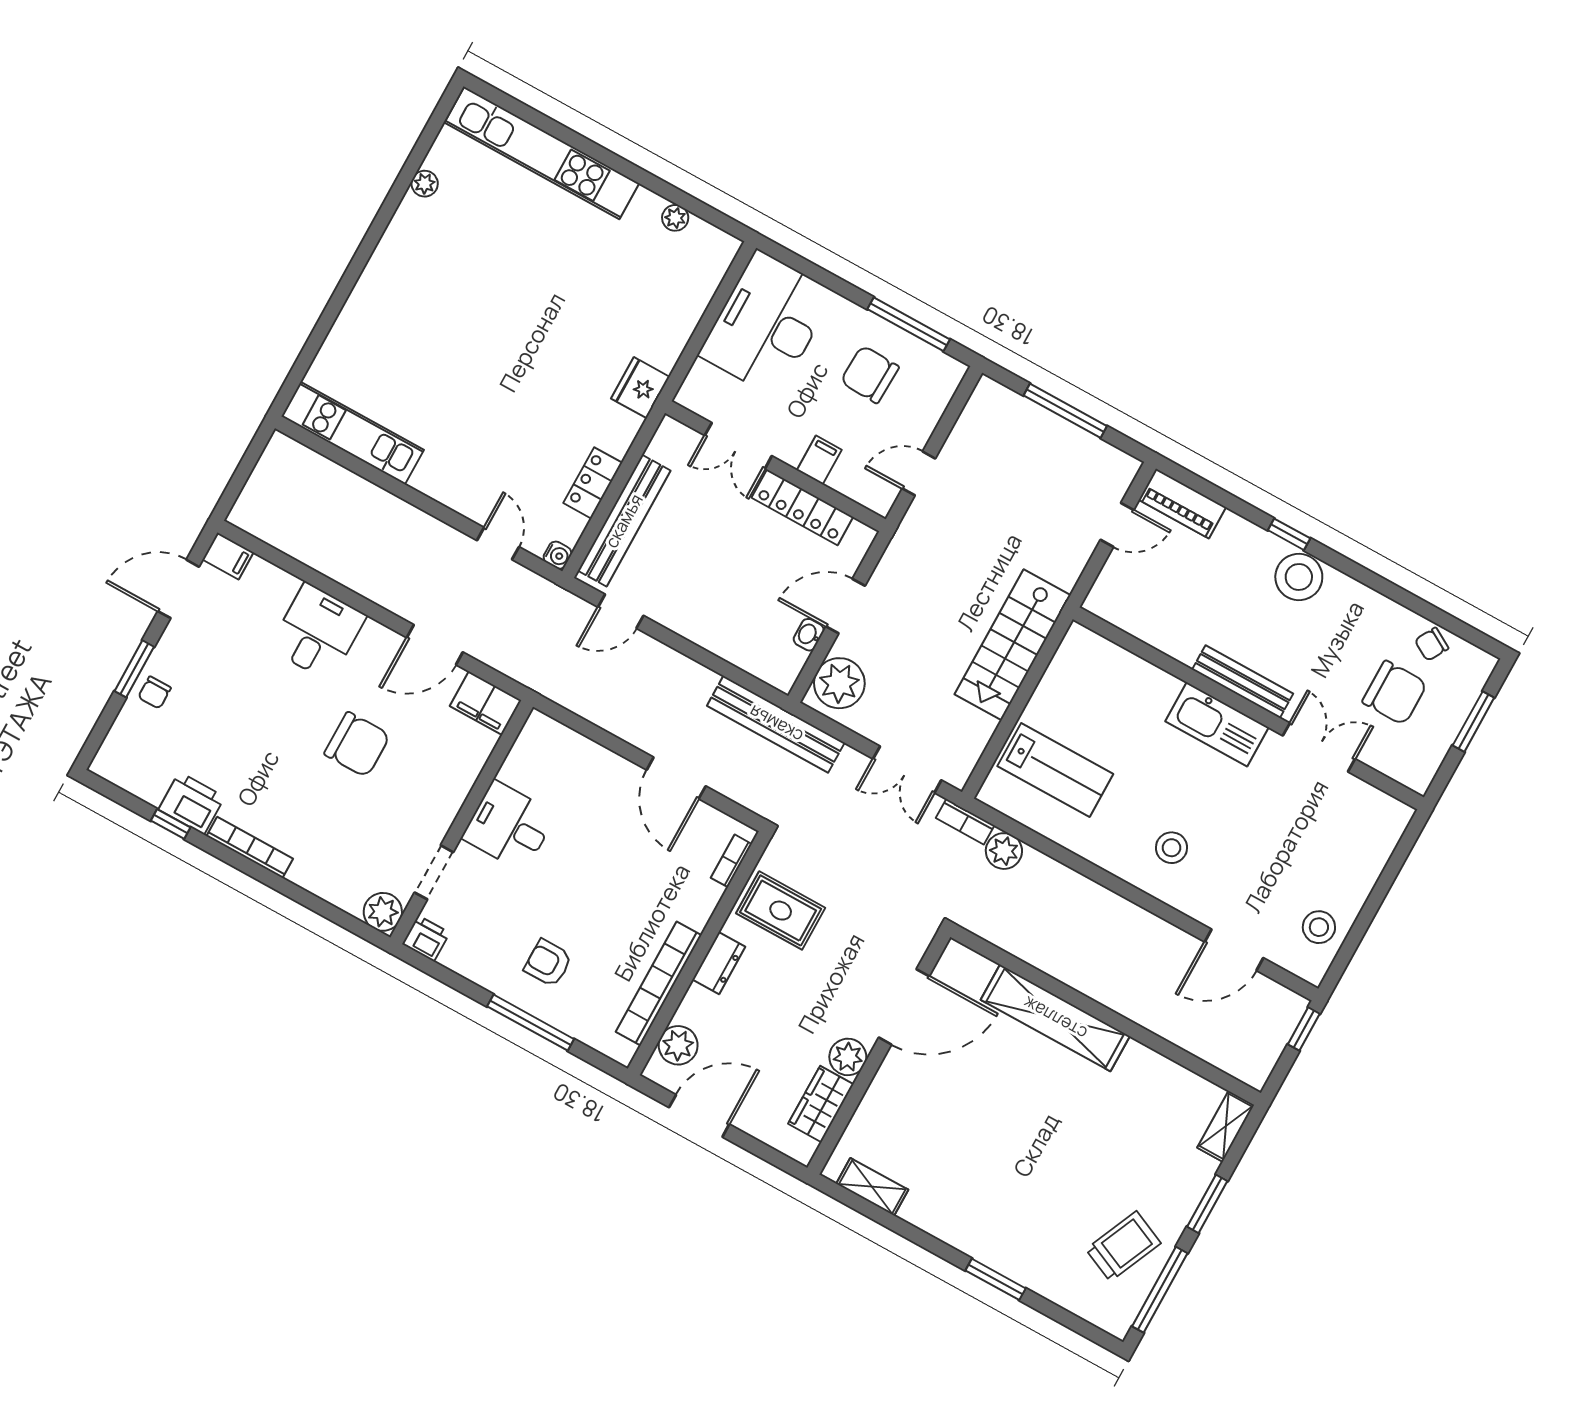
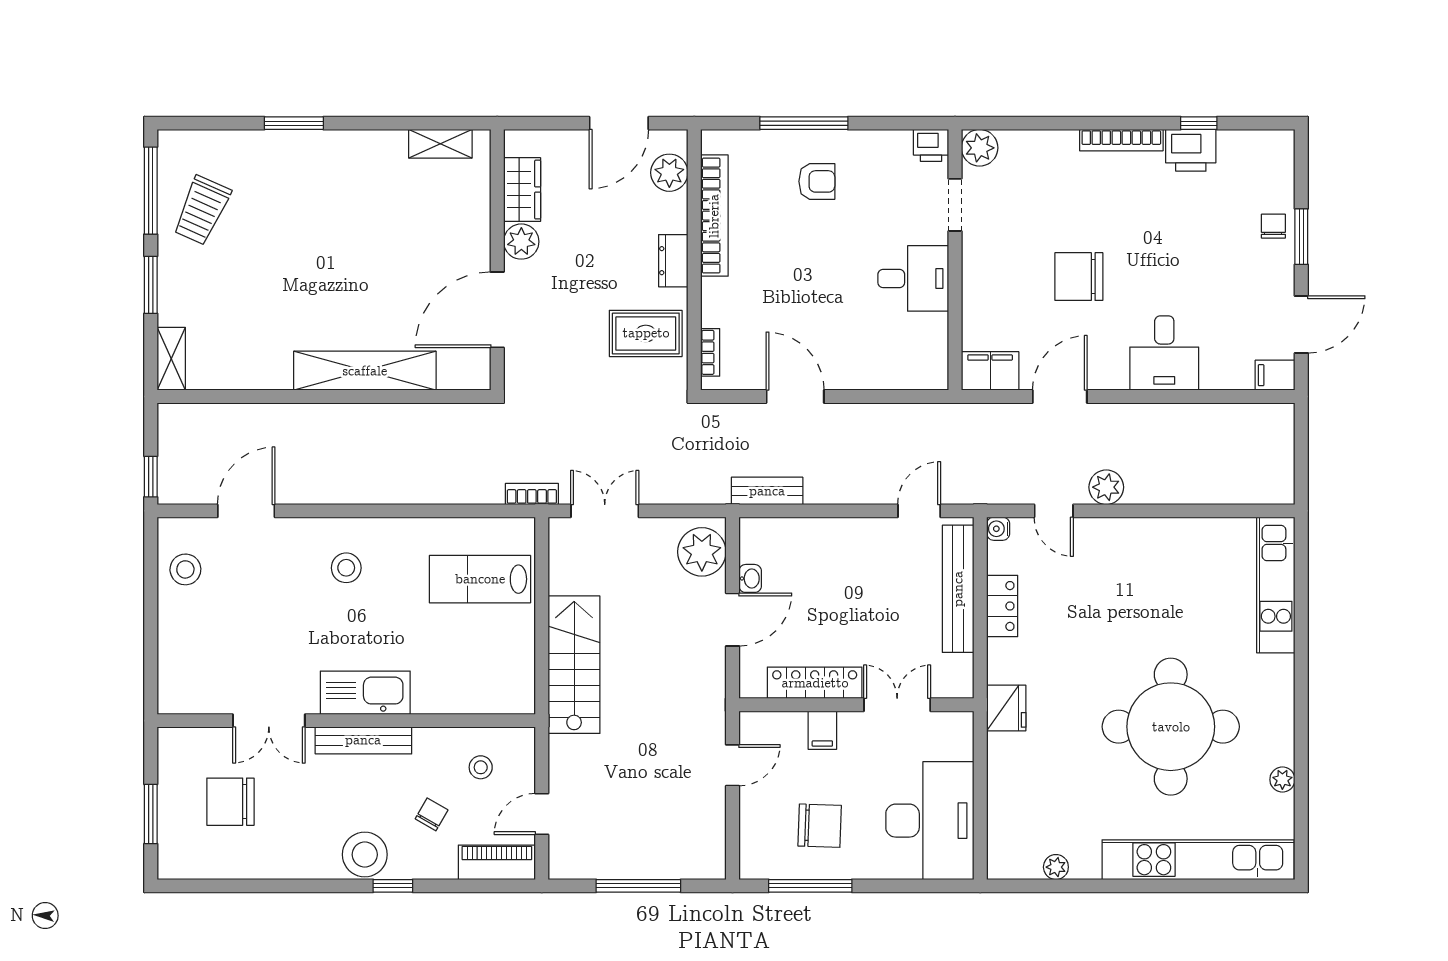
round table: (500, 288) -> (1171, 727), added
kitchen unit: (353, 433) -> (1276, 585), moved, turned 90
stool: (1149, 598) -> (481, 767), added
chair: (1432, 644) -> (432, 814), moved
bench: (776, 724) -> (767, 491), width x0.54, depth x0.82
plant: (1004, 851) -> (1106, 487), moved

